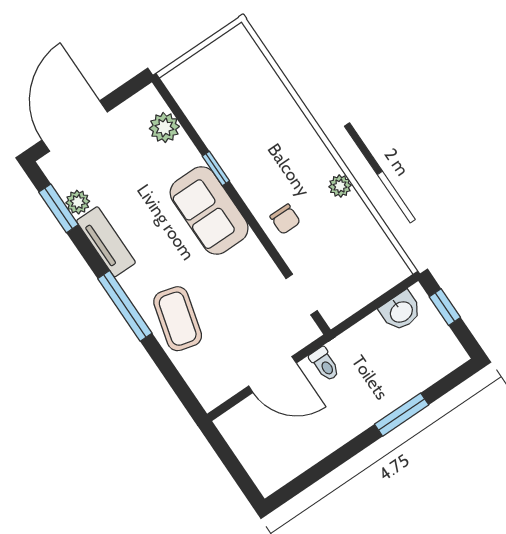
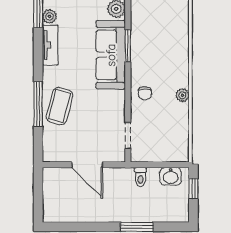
window: (216, 169) -> (128, 46), width x1.50
sofa: (209, 211) -> (111, 55), width x1.36
window: (125, 306) -> (38, 104), moved
toilet: (325, 364) -> (140, 177), moved

